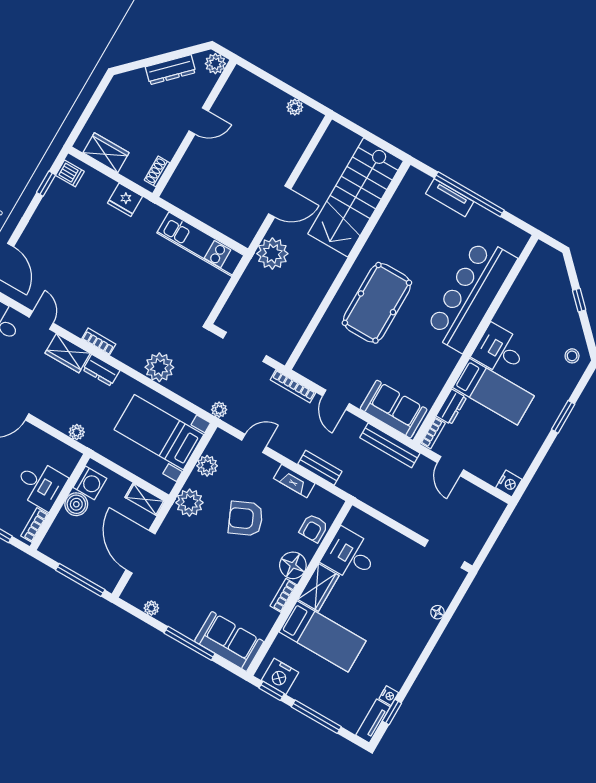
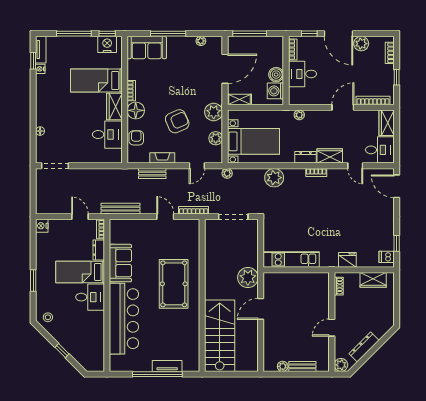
bench: (268, 92) -> (302, 366), added
sofa: (394, 409) -> (120, 263), moved, turned -90
door: (140, 552) -> (225, 69), hinge flipped

